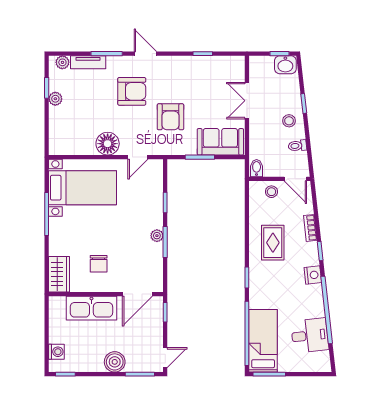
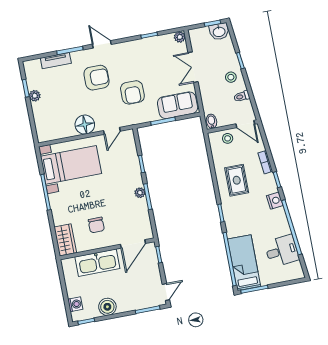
plant: (62, 62) -> (180, 37), moved
boiler: (115, 362) -> (107, 307), moved

